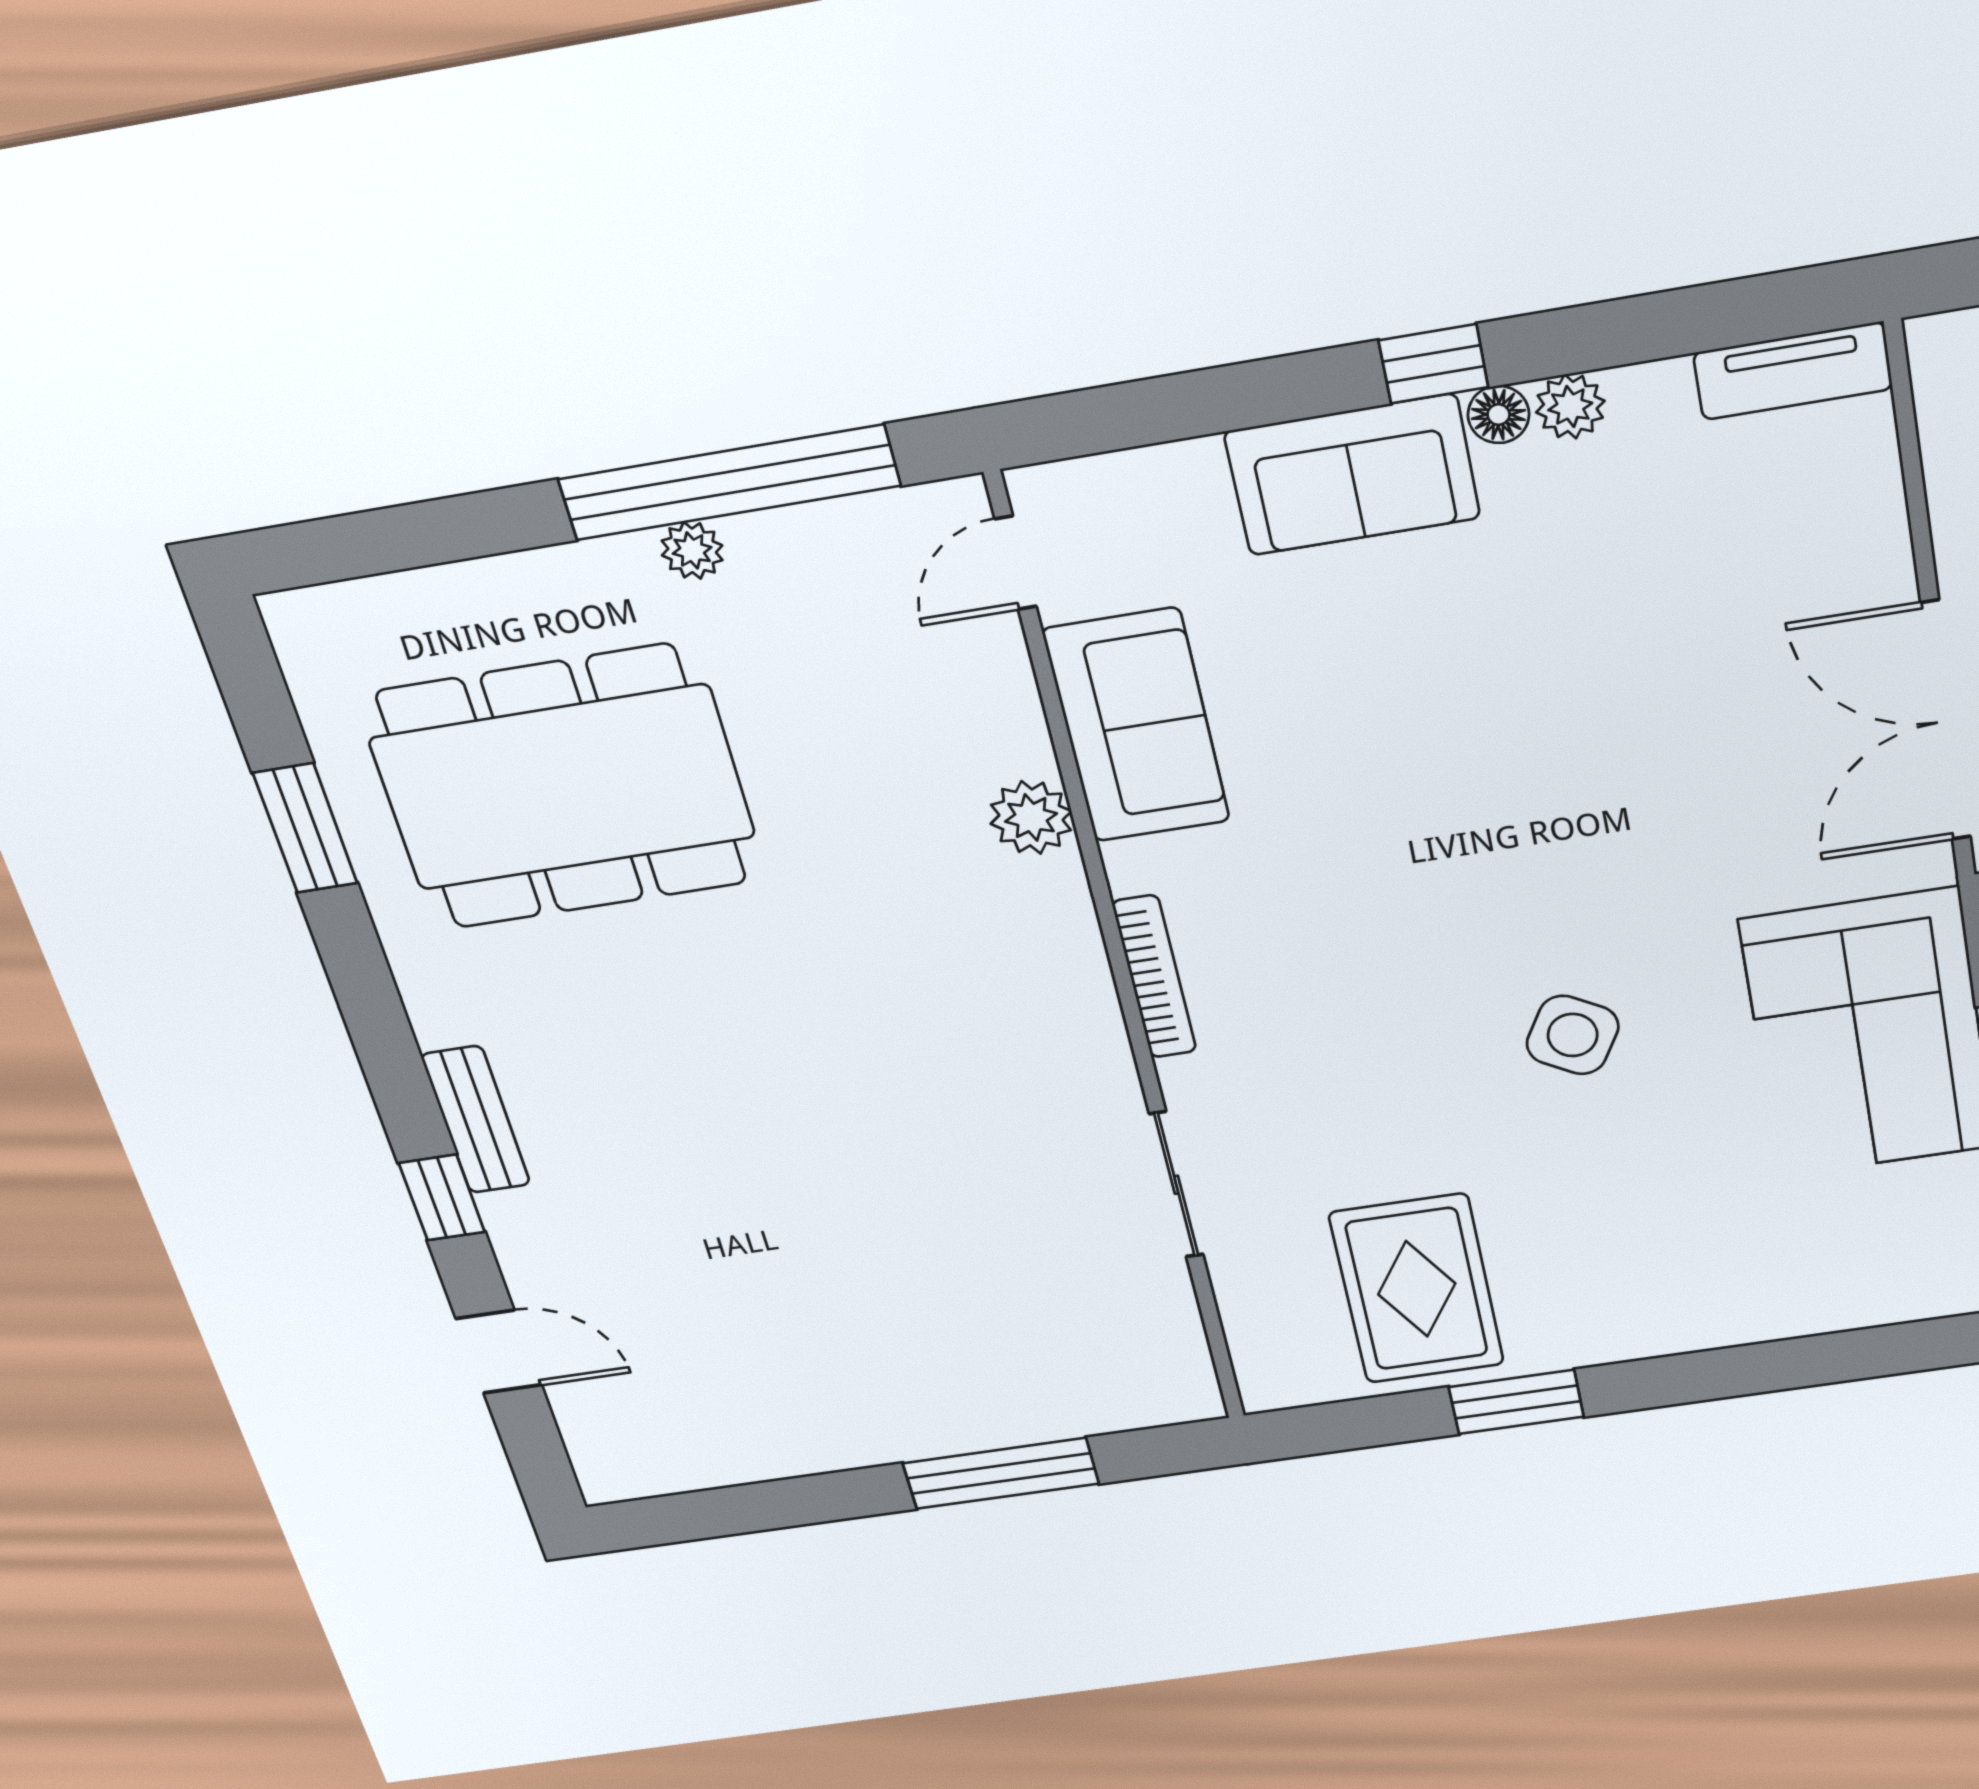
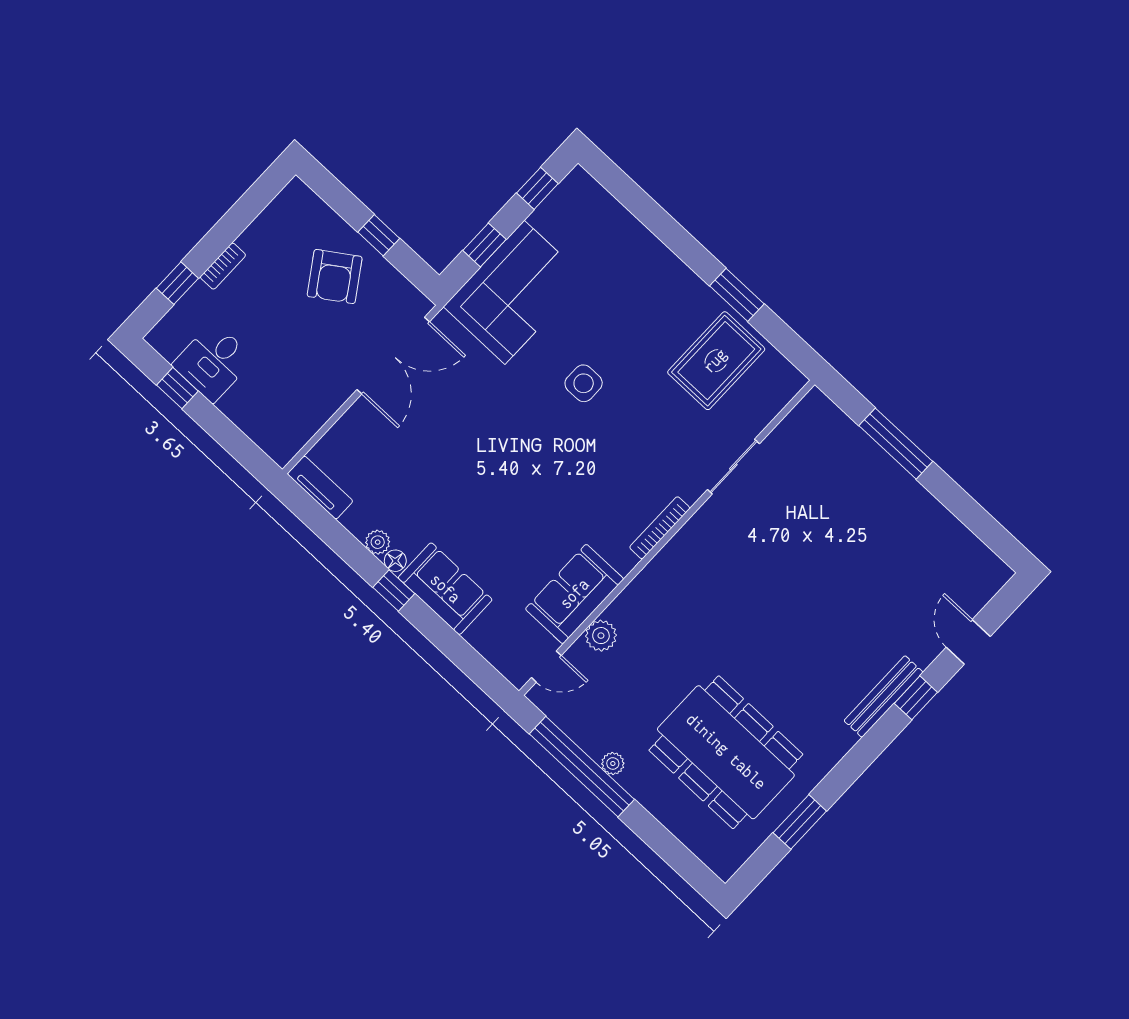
plant: (1031, 817) -> (601, 636), moved
side table: (1573, 1035) -> (584, 383), turned -30
bench: (476, 1120) -> (884, 696), width x1.36

